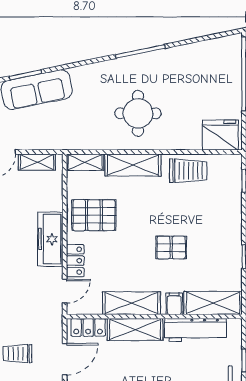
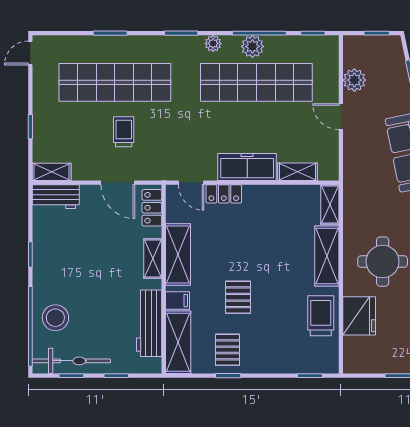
fridge: (220, 135) -> (359, 316), moved
shelving: (37, 162) -> (297, 172), moved, turned 90
trolley: (188, 171) -> (321, 316), turned 180
pallet: (94, 215) -> (228, 350), moved, width x0.67, depth x0.71
shelving: (135, 329) -> (153, 258), width x0.67, depth x0.75

